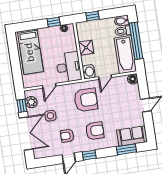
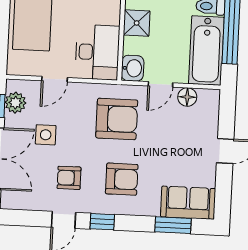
floor lamp: (133, 79) -> (187, 97), moved

